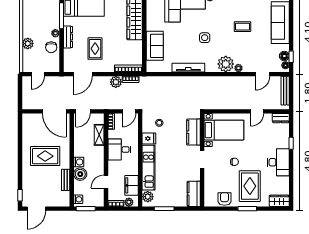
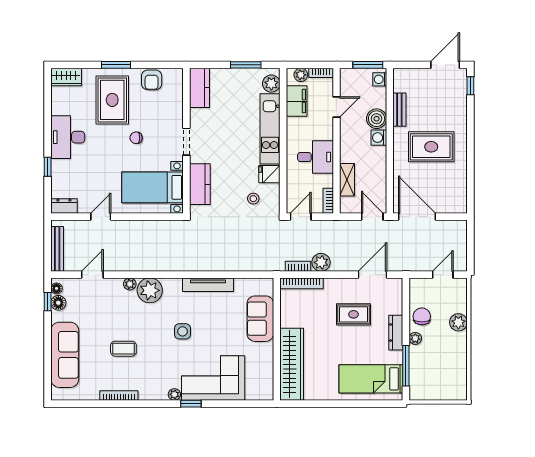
rug: (95, 49) -> (353, 314), turned 90
door: (83, 111) -> (372, 217), hinge flipped

